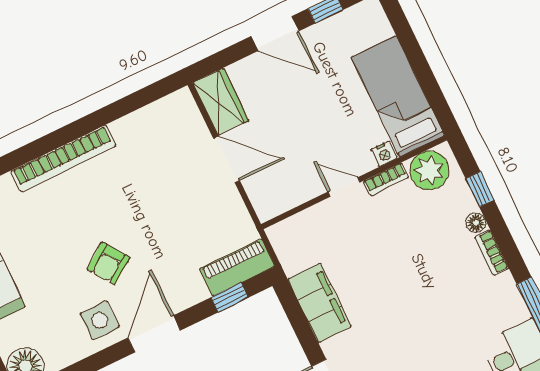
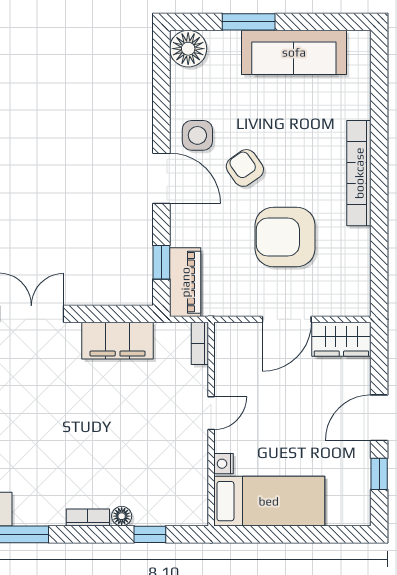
plant: (429, 170) -> (189, 497), removed
bookcase: (386, 179) -> (200, 343), moved
armchair: (153, 197) -> (285, 237), added

